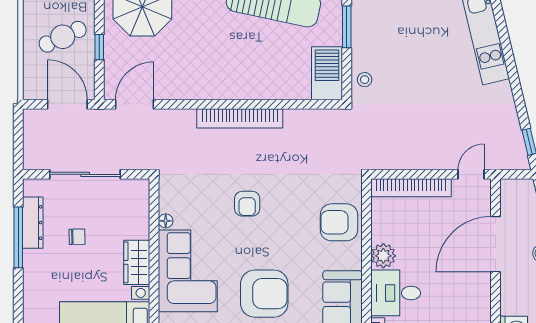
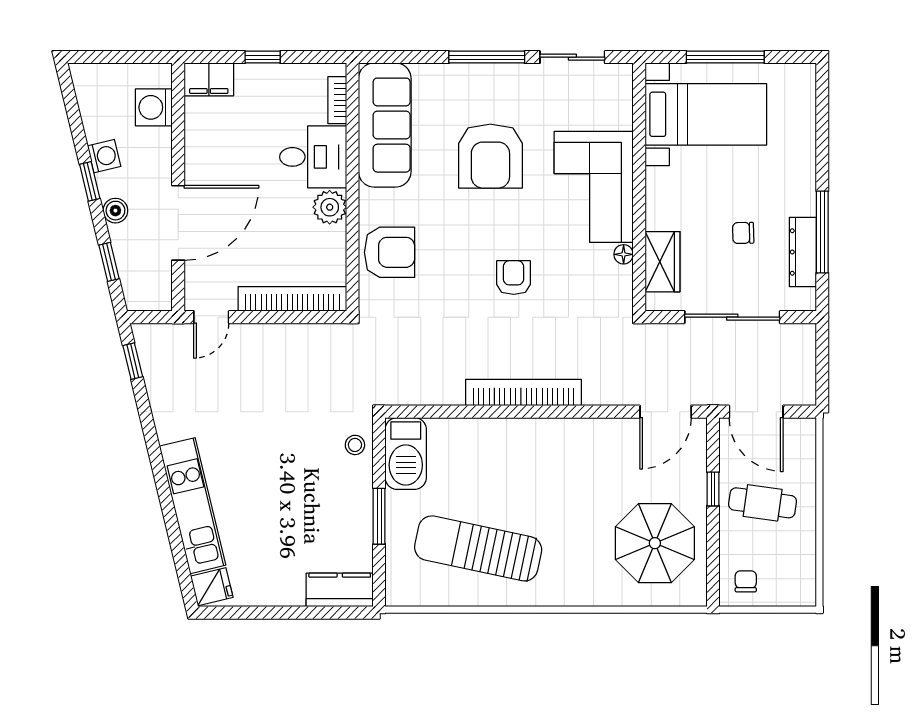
cafe table: (63, 37) -> (763, 503), turned 33
wardrobe: (137, 262) -> (662, 262), moved
armchair: (264, 294) -> (490, 156), turned -90

